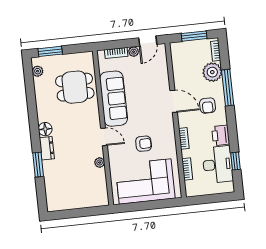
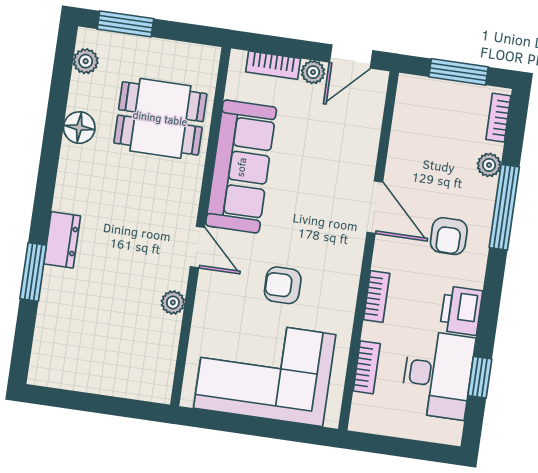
plant: (212, 72) -> (489, 165), width x0.53, depth x0.53
floor lamp: (45, 129) -> (79, 128), moved
armchair: (144, 144) -> (283, 285), turned 180

